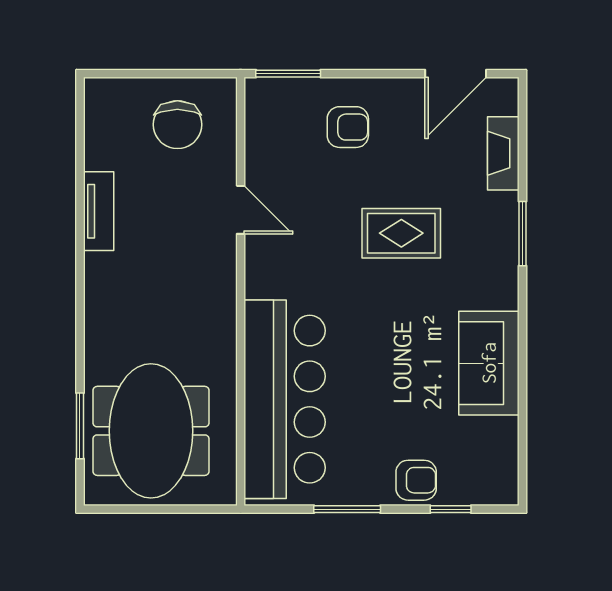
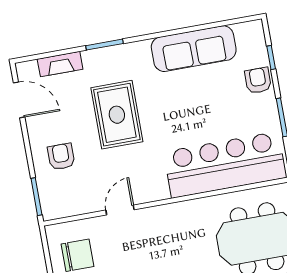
rug: (401, 233) -> (117, 115), width x1.36, depth x1.43
sofa: (489, 363) -> (194, 49), width x1.36

